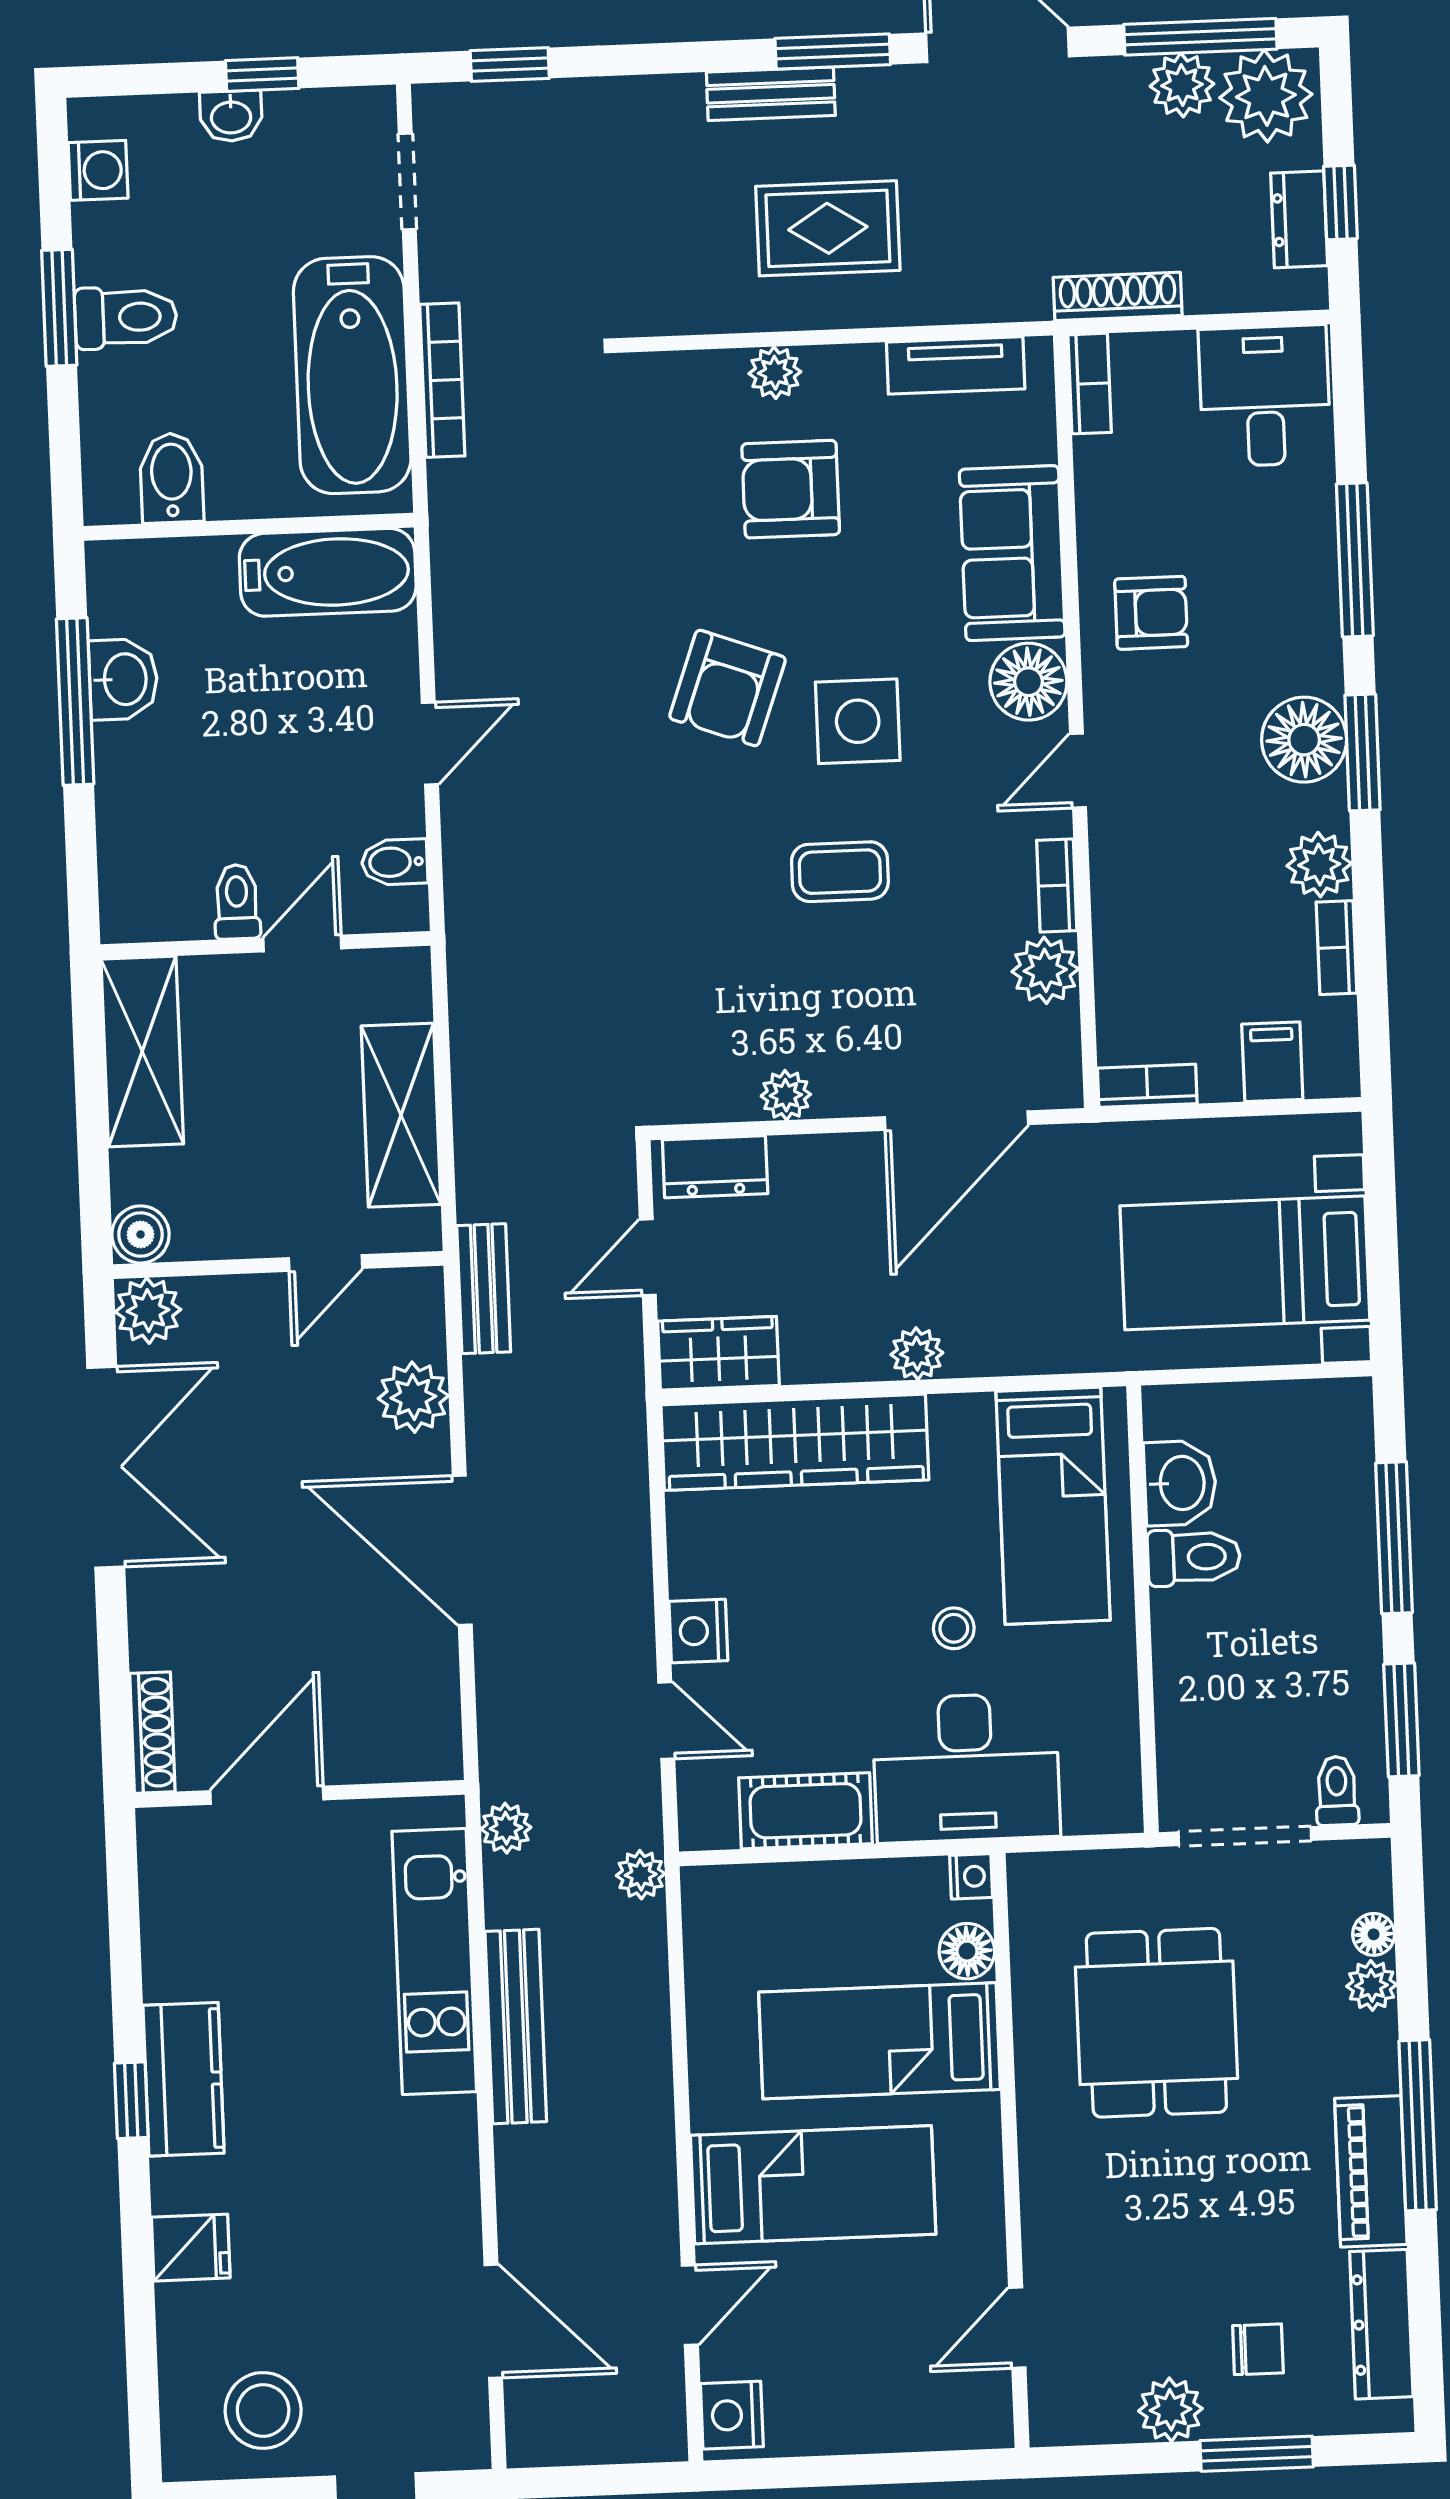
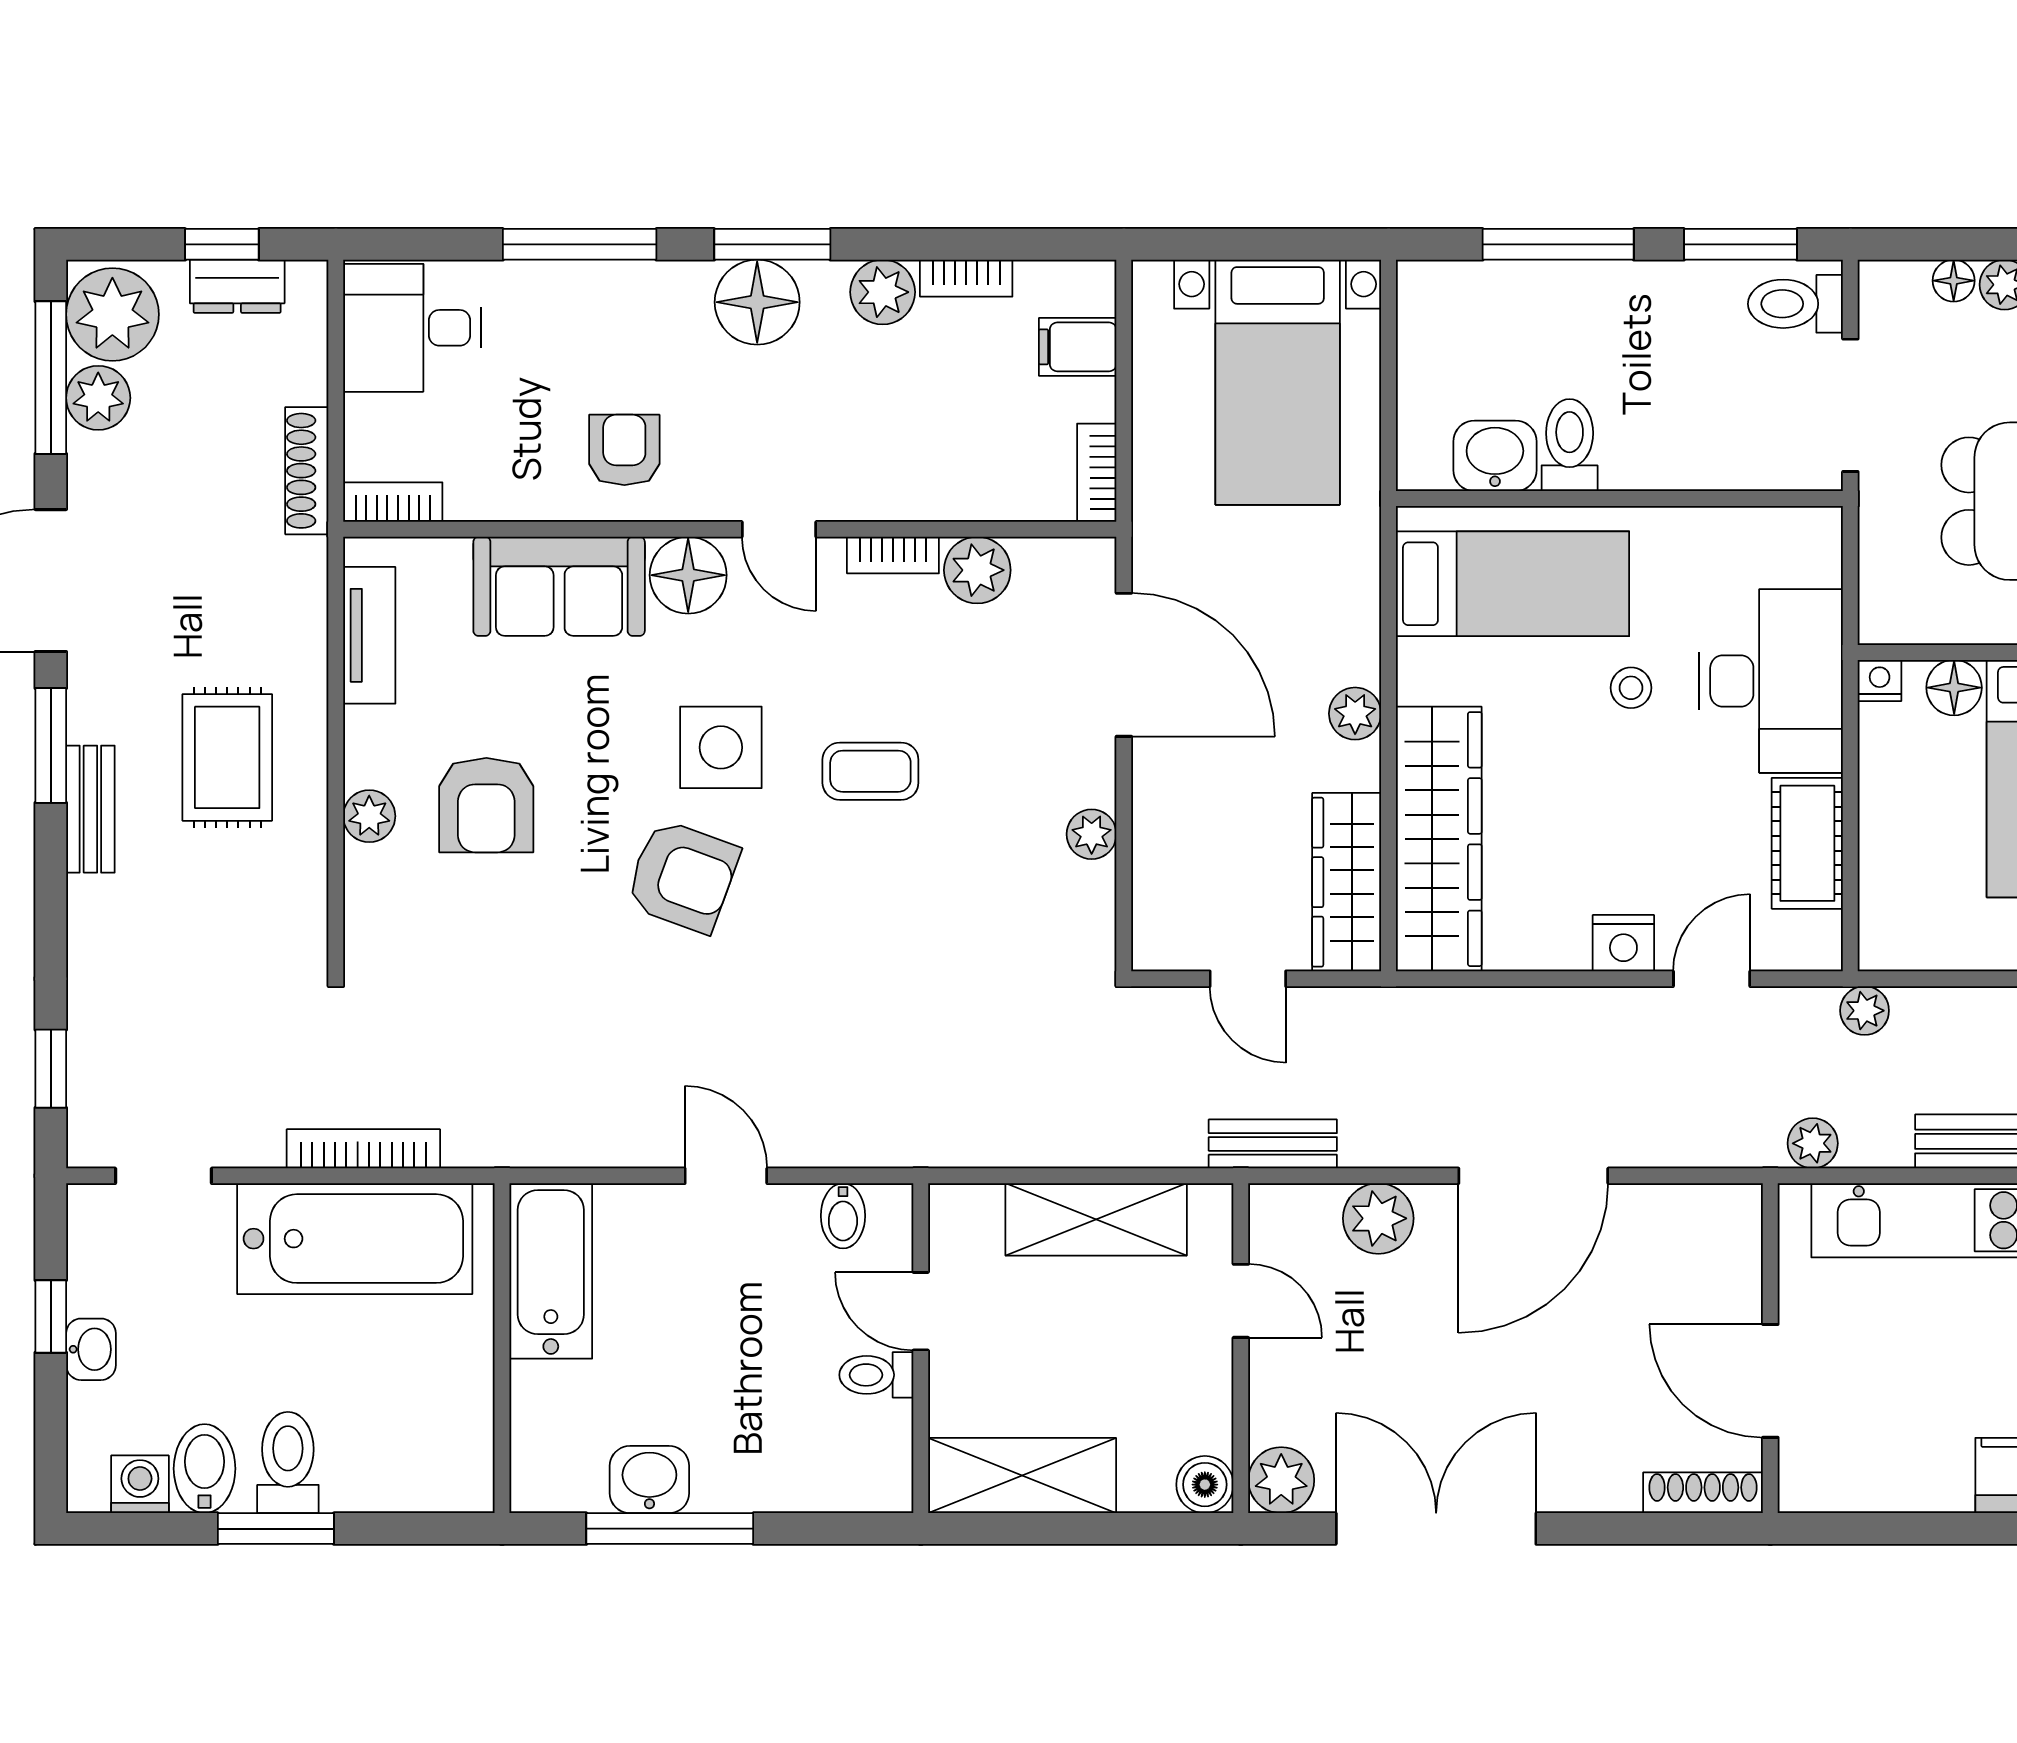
bidet: (172, 478) -> (205, 1469), moved, turned 90
coffee table: (840, 872) -> (870, 771), turned 90
dresser: (715, 1167) -> (1160, 908), removed
wardrobe: (718, 1353) -> (1347, 882), width x1.50
toilet: (1337, 1791) -> (1795, 304), width x1.37, depth x1.39

